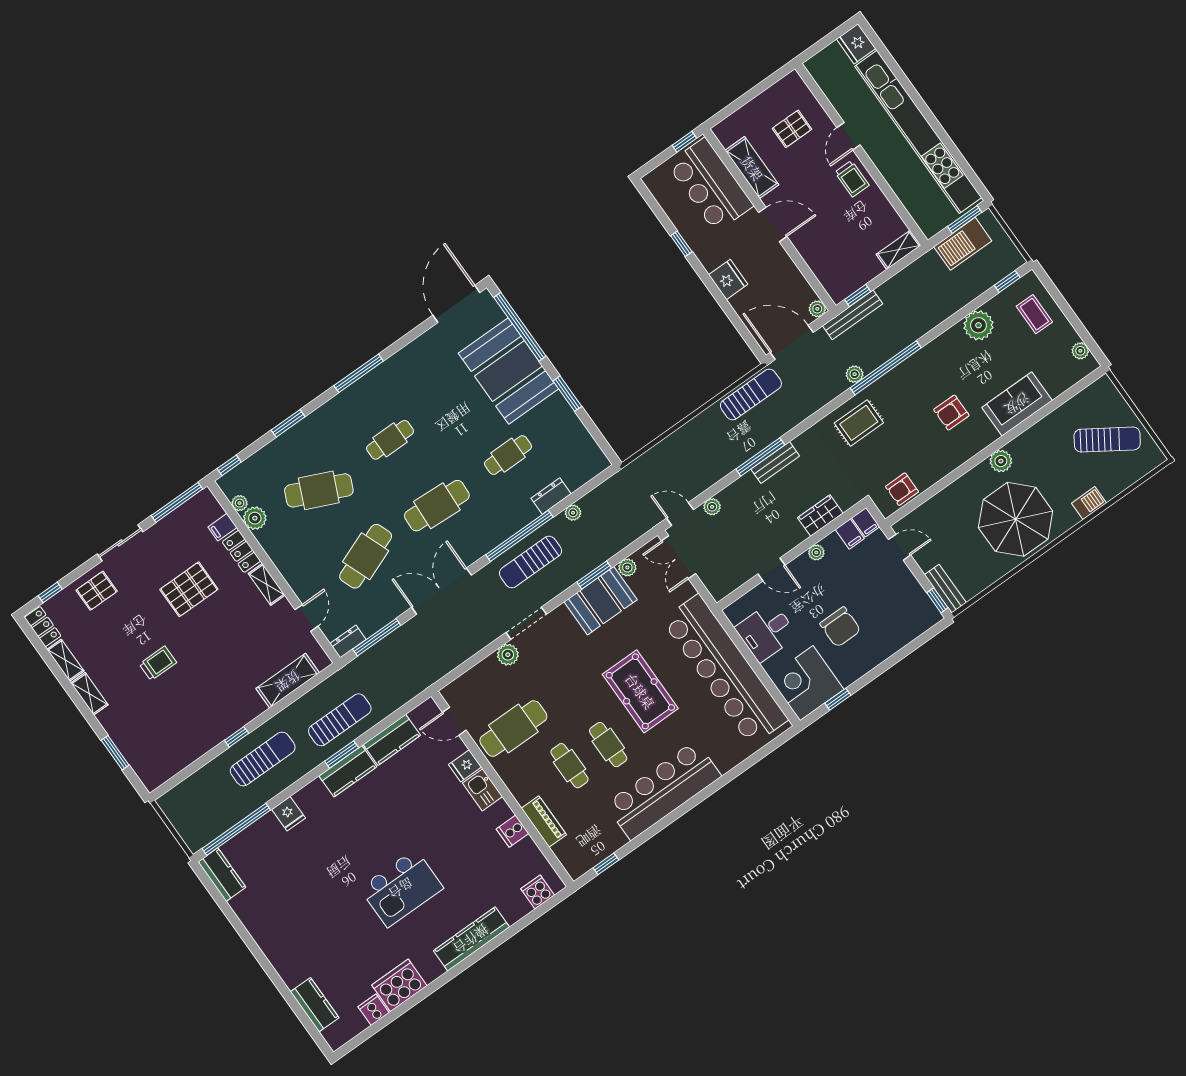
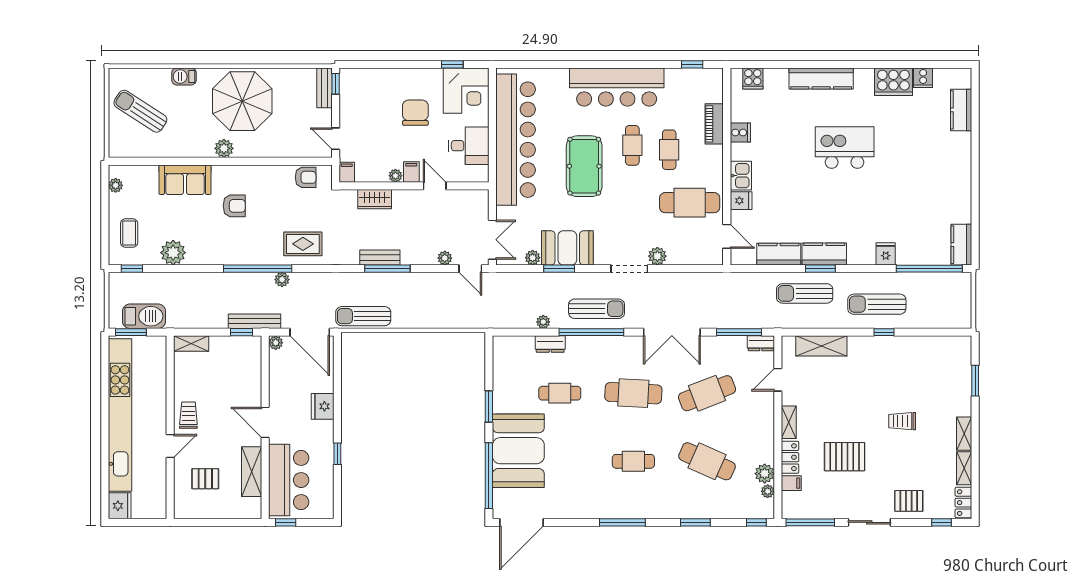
filing cabinet: (850, 534) -> (411, 172), moved

